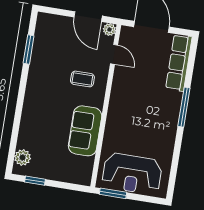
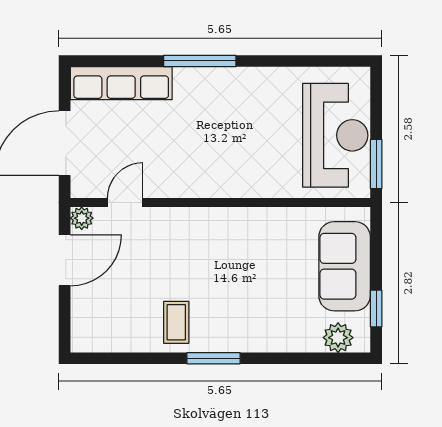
window: (29, 50) -> (214, 358), moved
coffee table: (82, 79) -> (176, 322), moved
sofa: (85, 131) -> (345, 266), moved, turned 90

